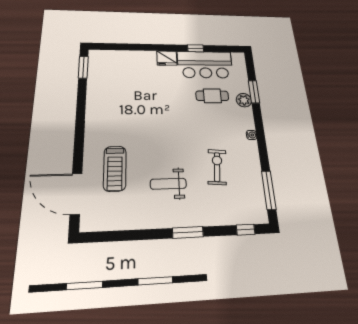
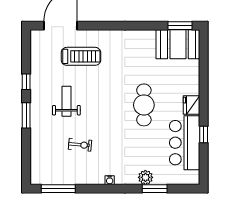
booth: (103, 69) -> (178, 44), added
cafe table: (212, 96) -> (144, 105), moved, width x1.37, depth x1.35
exercise bike: (217, 167) -> (80, 145), width x0.73, depth x0.72
treadmill: (115, 168) -> (81, 56), turned 180
window: (246, 230) -> (26, 82), moved

